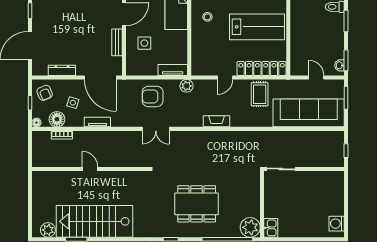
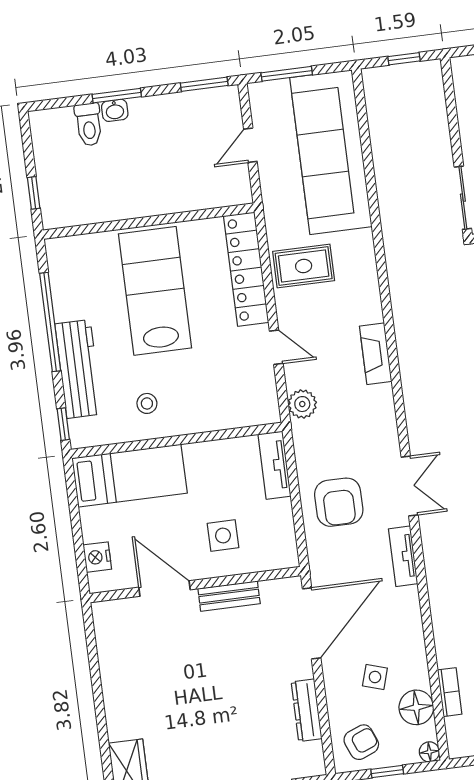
washbasin: (340, 65) -> (115, 110), moved
plant: (187, 86) -> (302, 404), moved
tv unit: (97, 122) -> (403, 556), moved

